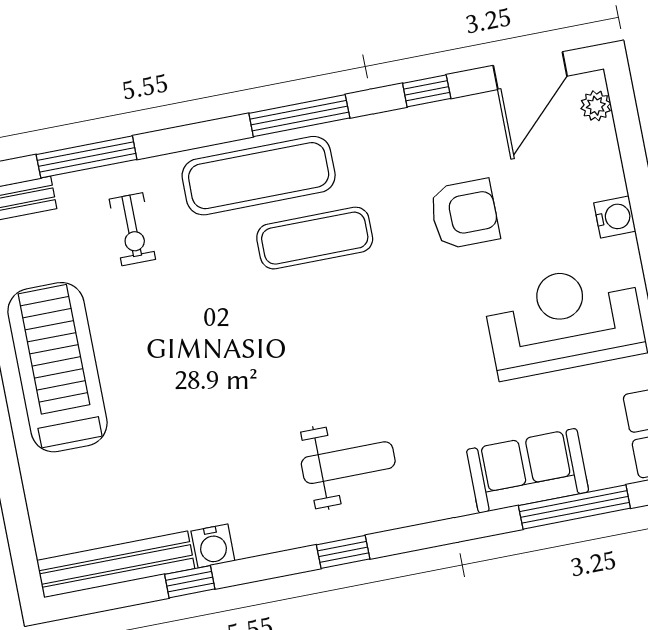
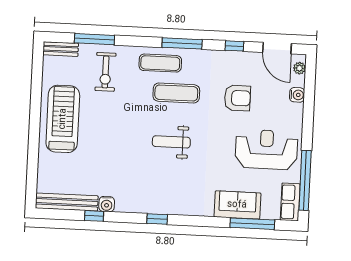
door: (530, 71) -> (277, 48), hinge flipped
exercise mat: (259, 176) -> (160, 63), width x0.73, depth x0.69
water cooler: (615, 217) -> (297, 95), moved
exercise bike: (132, 229) -> (106, 72), width x1.38, depth x1.39
weight bench: (348, 463) -> (171, 142), moved, turned 180

